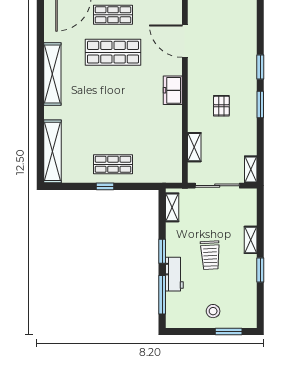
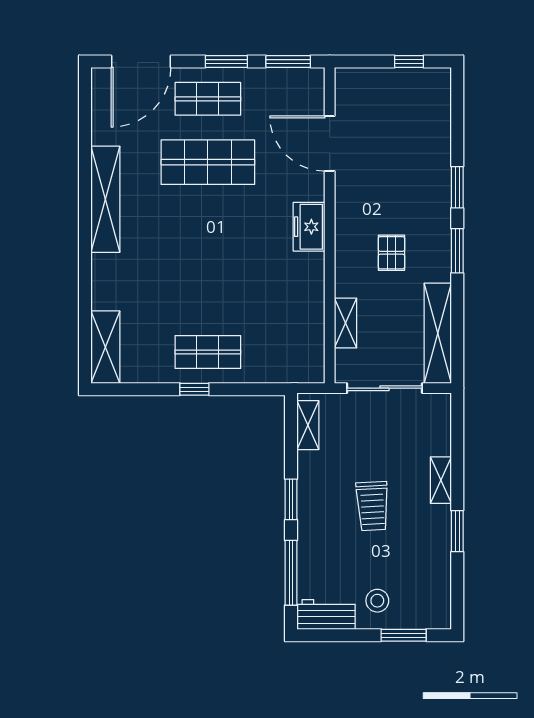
shelving: (52, 151) -> (105, 347), width x0.68
shelving: (251, 169) -> (438, 333), width x2.20, depth x1.33
workbench: (174, 274) -> (326, 614), moved, turned -90

